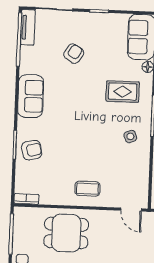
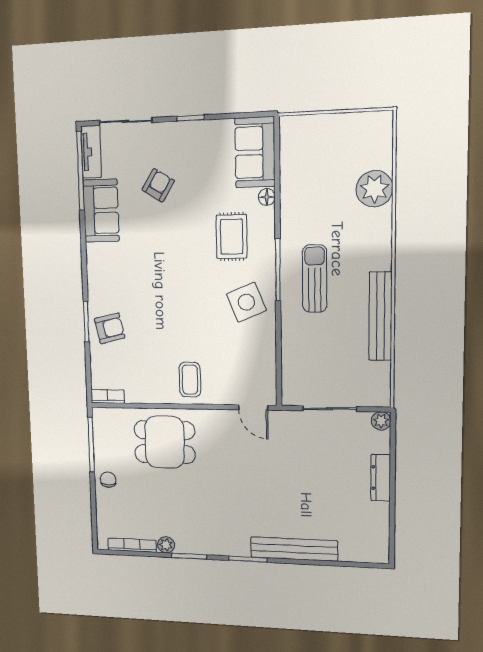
rug: (123, 92) -> (232, 237), turned 90
sofa: (31, 96) -> (101, 211), moved
side table: (130, 136) -> (246, 302), width x1.87, depth x1.87
coffee table: (87, 189) -> (190, 380), turned 90

